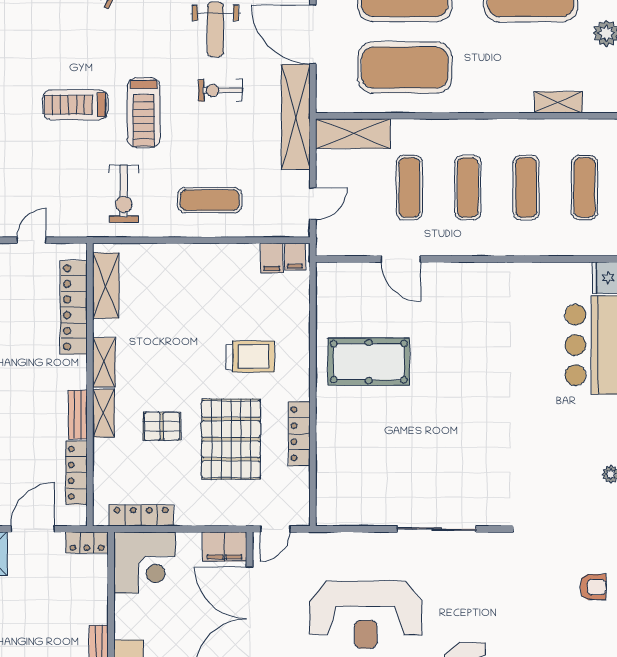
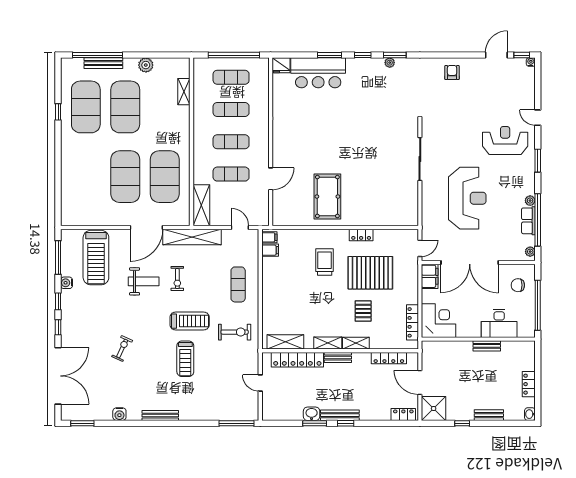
bench: (78, 415) -> (338, 357), moved
locker: (299, 434) -> (361, 235), width x0.66
door: (275, 529) -> (420, 248), hinge flipped
locker: (87, 542) -> (427, 352), removed

